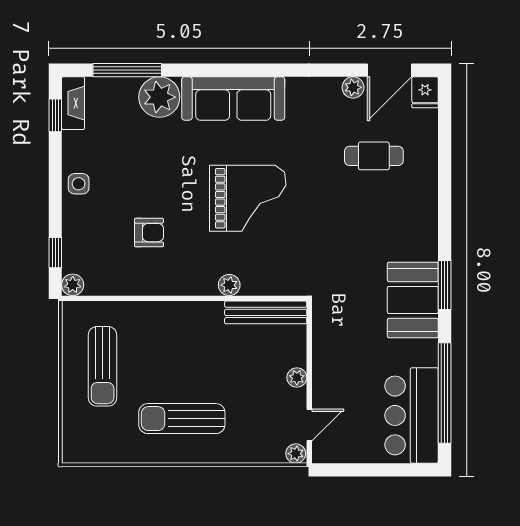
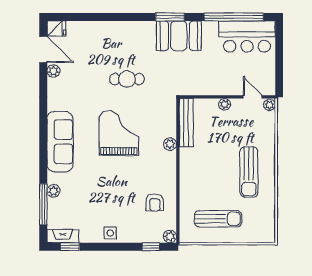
plant: (159, 97) -> (54, 191), width x0.53, depth x0.53
cafe table: (374, 156) -> (127, 79), moved, turned 90
armchair: (149, 233) -> (155, 202), moved, turned 180

